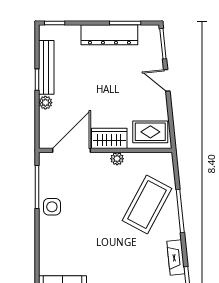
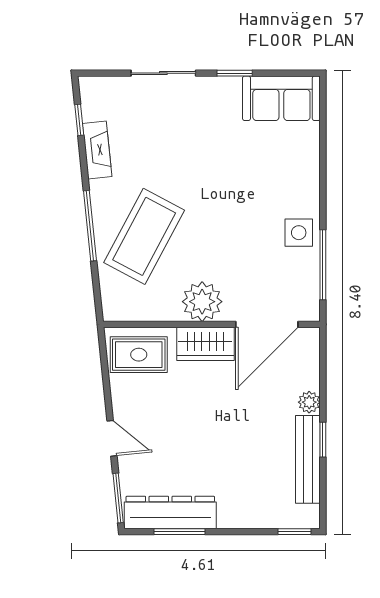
dresser: (109, 35) -> (170, 512), moved
plant: (117, 159) -> (202, 302), width x1.88, depth x1.88

